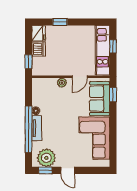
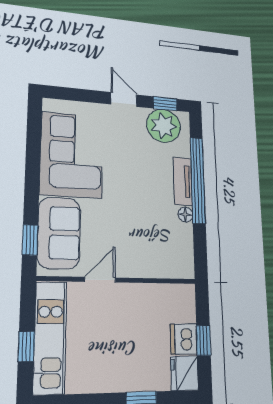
window: (28, 62) -> (204, 340), moved
plant: (62, 83) -> (136, 268), removed

